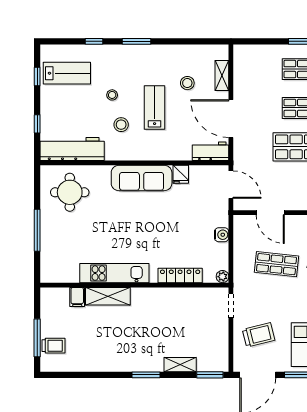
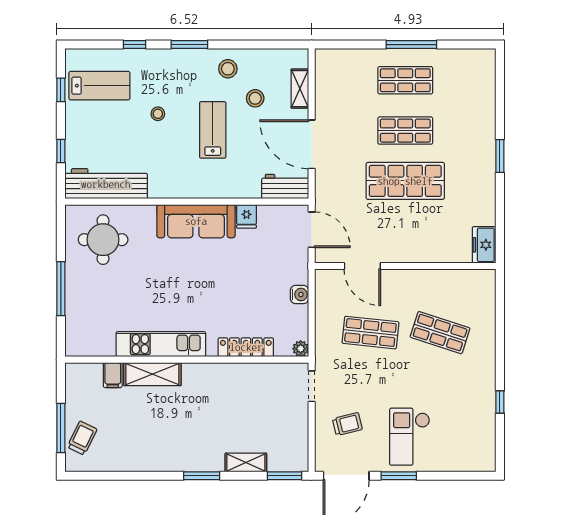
stool: (121, 125) -> (228, 69), moved
trolley: (259, 335) -> (347, 424), width x0.73, depth x0.72
trolley: (54, 346) -> (82, 438), turned -64

